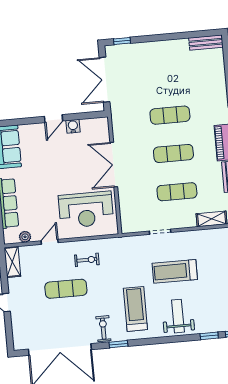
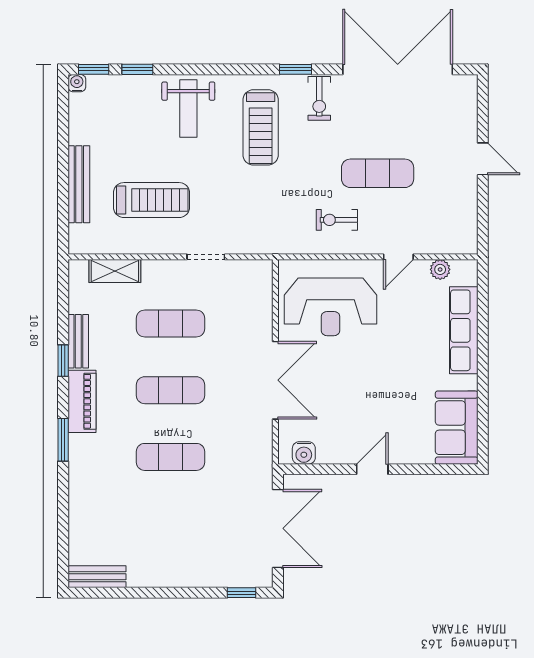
water cooler: (73, 126) -> (304, 453), moved
reception desk: (86, 210) -> (331, 307), turned 180
shelving: (12, 262) -> (466, 228), removed
treadmill: (175, 271) -> (152, 200), moved

